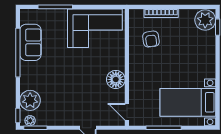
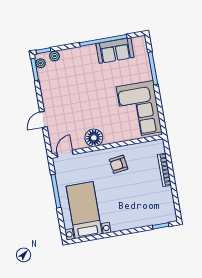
plant: (205, 20) -> (165, 213), removed
armchair: (151, 39) -> (119, 164), moved
plant: (30, 100) -> (54, 56), width x0.53, depth x0.53

